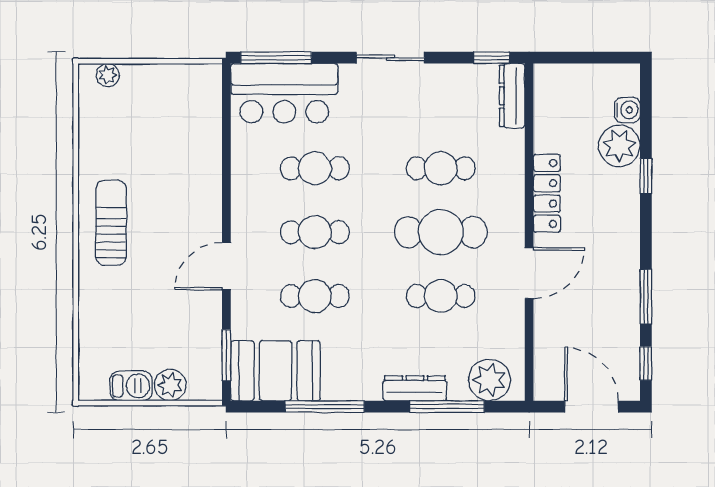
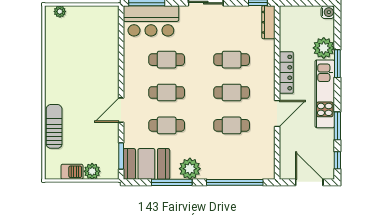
water cooler: (627, 110) -> (328, 12), moved
window: (646, 176) -> (337, 64), width x1.50
sun lounger: (111, 223) -> (54, 126), moved
cafe table: (441, 232) -> (232, 92), width x0.73, depth x0.74
kitchen unit: (622, 235) -> (325, 94), added
plant: (489, 380) -> (190, 169), moved
dresser: (415, 388) -> (218, 173), removed
window: (447, 407) -> (235, 182), width x1.46

